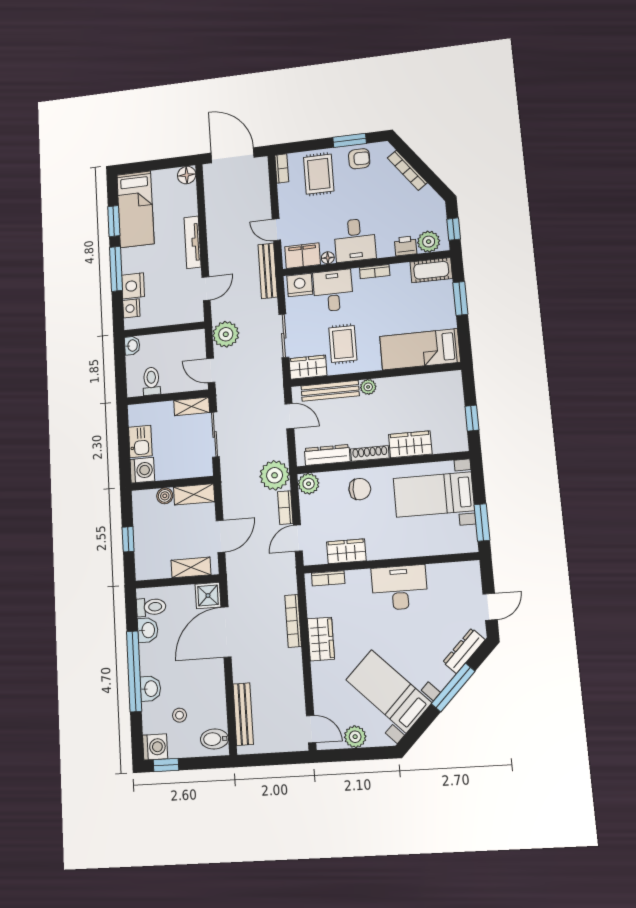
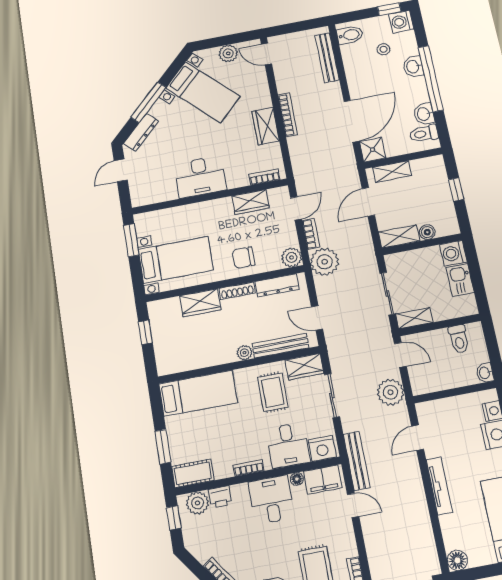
bookcase: (293, 621) -> (288, 115), moved

